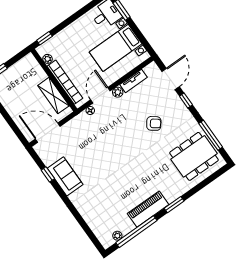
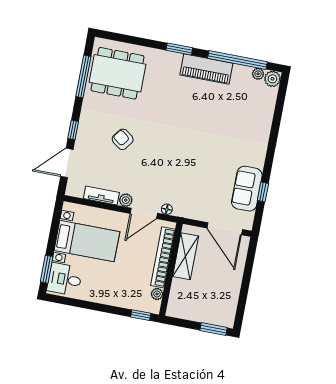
sofa: (65, 176) -> (247, 189), moved
plant: (107, 241) -> (272, 79), added

